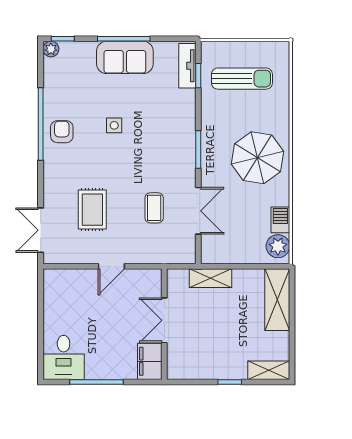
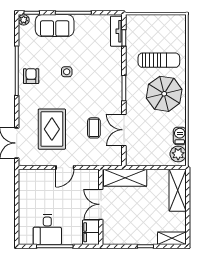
sofa: (125, 57) -> (55, 26), moved
sun lounger: (242, 79) -> (159, 60), moved
rug: (92, 210) -> (52, 129), width x1.36, depth x1.43
double door: (198, 211) -> (124, 130), swing flipped
shelving: (211, 278) -> (125, 178), width x1.50, depth x1.33
desk: (64, 357) -> (47, 230), moved

